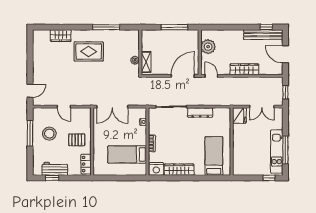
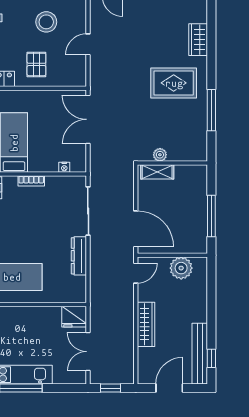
rug: (89, 51) -> (174, 83), turned 90

